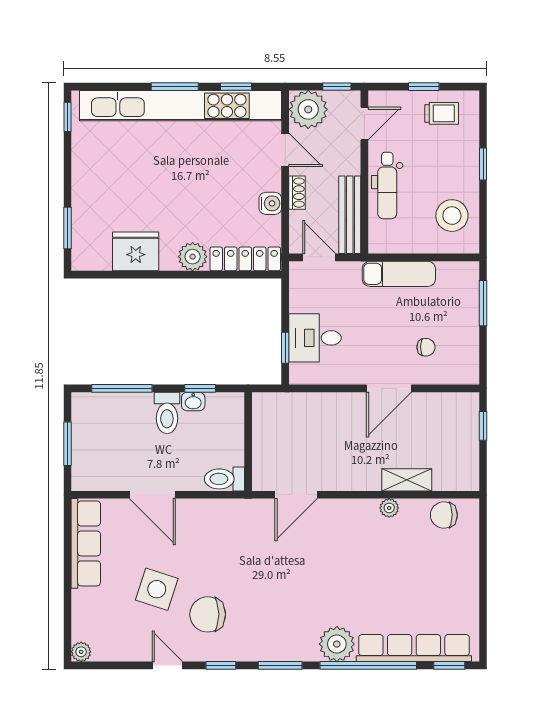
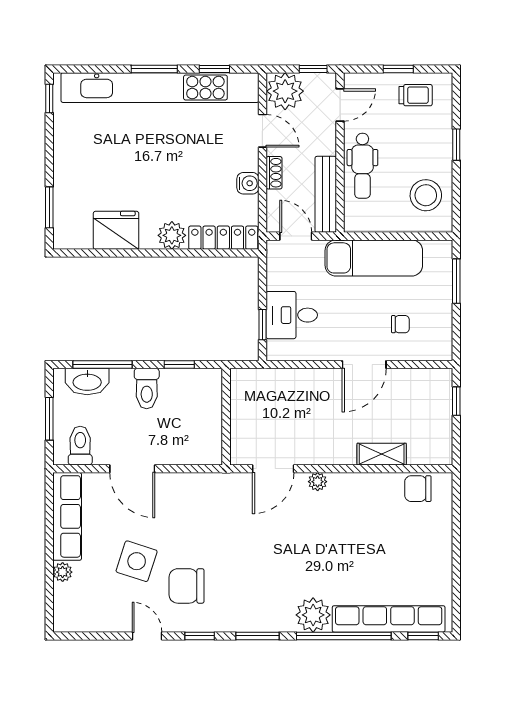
exam couch: (399, 274) -> (374, 258), width x1.36, depth x1.45
washbasin: (193, 402) -> (87, 381), moved, width x1.91, depth x1.45
toilet: (224, 479) -> (80, 446), moved, turned 90
plant: (389, 508) -> (318, 482), moved
plant: (81, 652) -> (63, 572), moved

